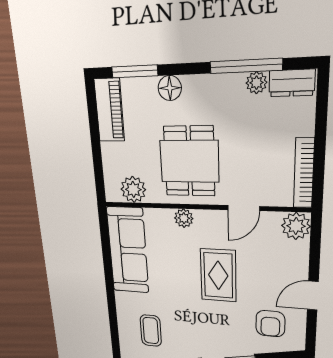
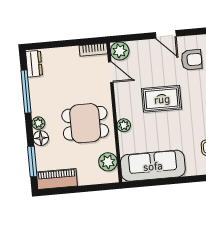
plant: (256, 83) -> (38, 123), moved
bookcase: (304, 173) -> (93, 50), width x0.64
door: (244, 208) -> (111, 72), moved

